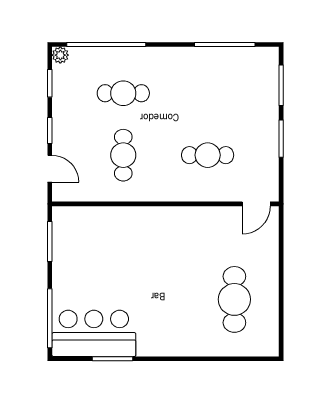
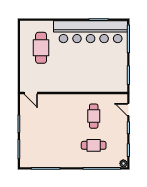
cafe table: (208, 155) -> (54, 116), removed
door: (256, 204) -> (31, 93), swing flipped
bar counter: (94, 333) -> (91, 32), width x1.86

